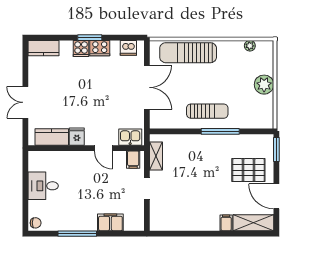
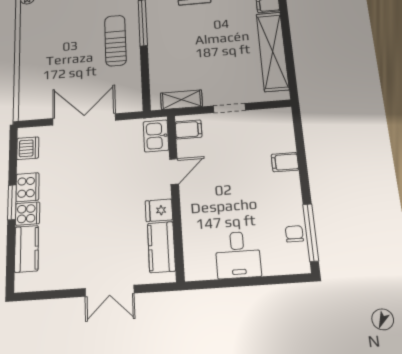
kitchen counter: (44, 48) -> (26, 249), moved
sun lounger: (188, 53) -> (35, 71), removed
filing cabinet: (110, 222) -> (285, 162), width x0.50
shelving: (188, 222) -> (272, 51), added
chair: (36, 223) -> (294, 234), moved
window: (77, 234) -> (311, 232), moved

